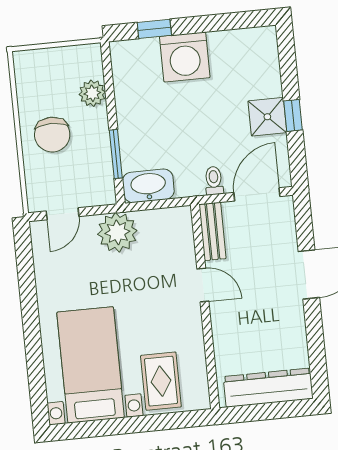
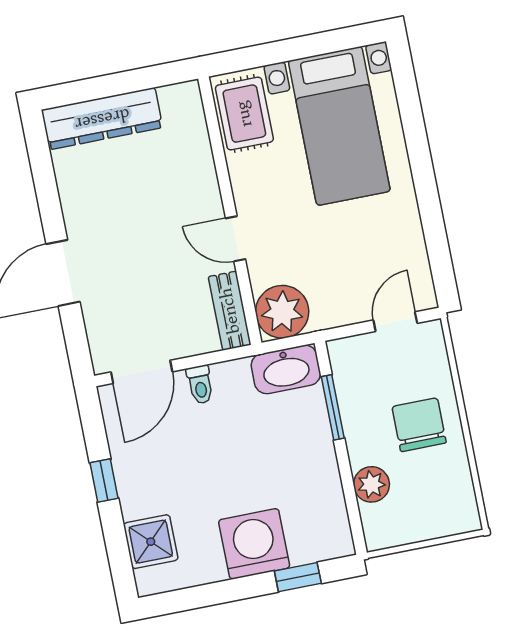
shower: (267, 117) -> (151, 542), moved
bench: (212, 231) -> (230, 311), moved
plant: (117, 232) -> (282, 312), moved
door: (203, 285) -> (235, 239), moved
wall: (205, 307) -> (230, 211), moved

